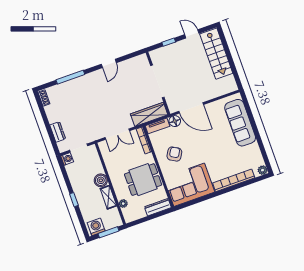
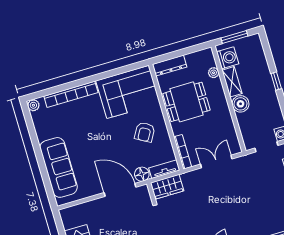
wardrobe: (149, 114) -> (167, 187), width x0.67
washing machine: (96, 227) -> (228, 58), moved, turned -90

